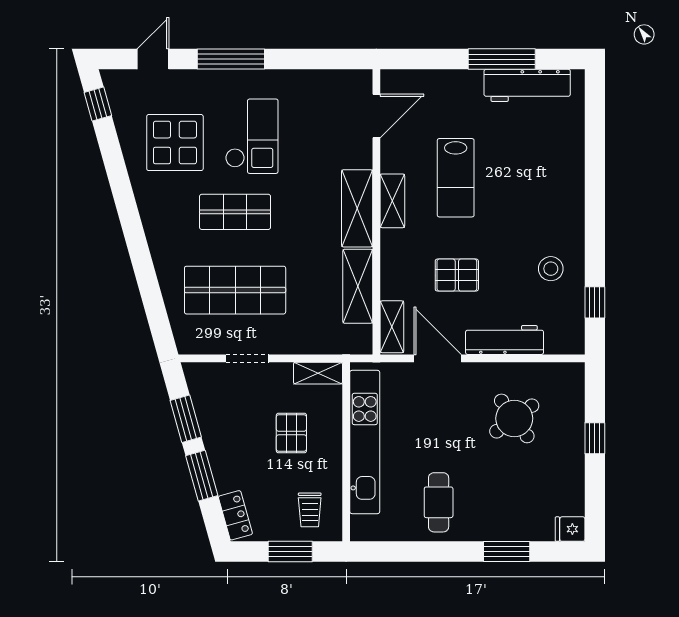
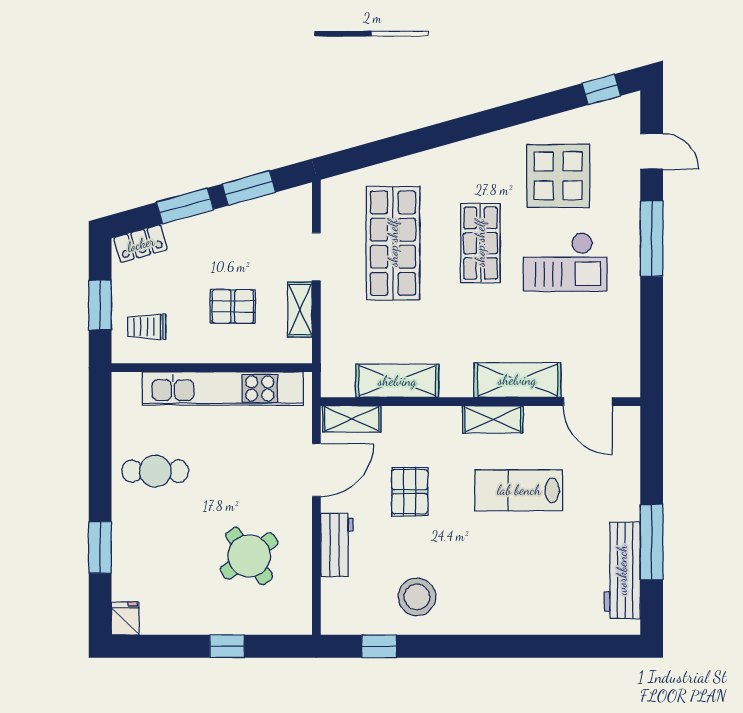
shelving: (357, 208) -> (517, 380), moved
stool: (551, 269) -> (417, 597), width x1.38, depth x1.38
workbench: (505, 340) -> (337, 545), width x0.73
shelving: (318, 373) -> (300, 310), moved

